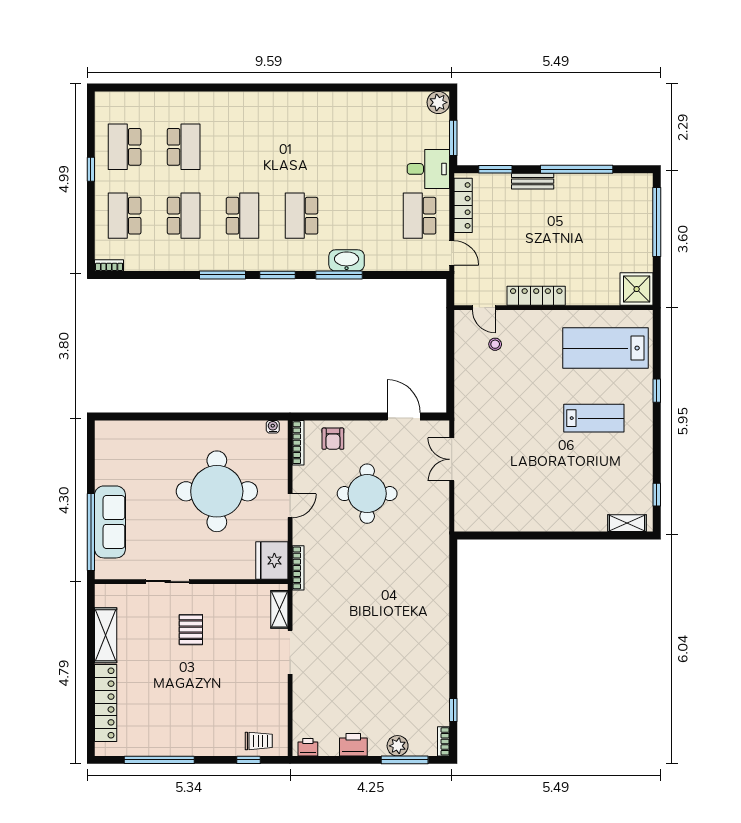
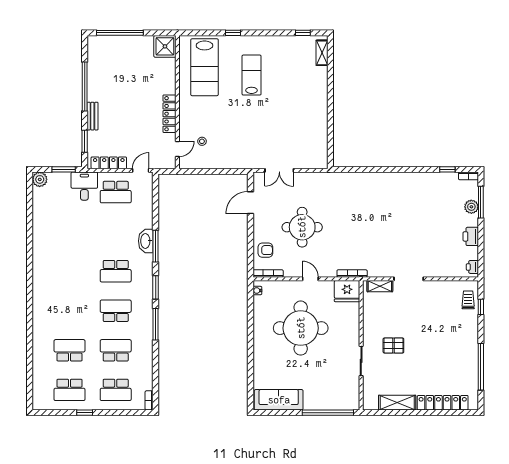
sofa: (110, 522) -> (279, 400), moved

